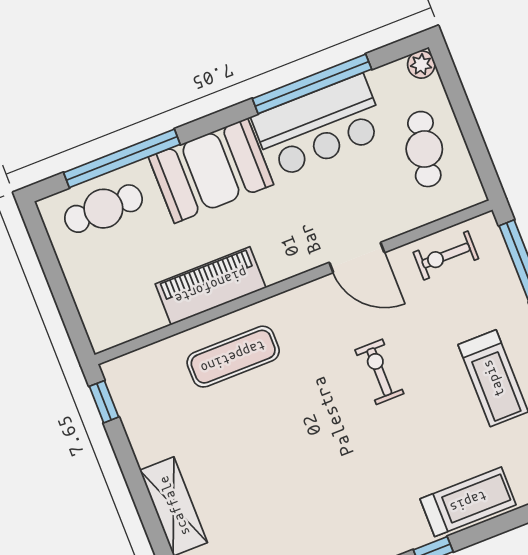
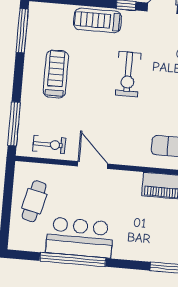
plant: (421, 64) -> (15, 243), removed
booth: (211, 171) -> (142, 242), removed
exercise bike: (379, 372) -> (128, 74), moved, width x1.38, depth x1.39

